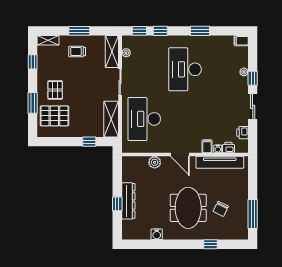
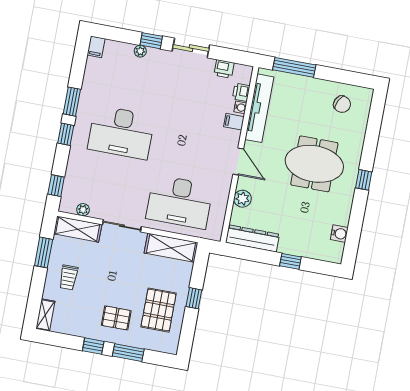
window: (79, 31) -> (44, 252), moved
window: (160, 31) -> (66, 134), moved
window: (33, 62) -> (93, 346), moved
pallet: (54, 116) -> (159, 310), moved
window: (89, 142) -> (194, 298), moved
door: (180, 155) -> (238, 161), hinge flipped
dresser: (128, 201) -> (252, 238), moved
chair: (221, 209) -> (342, 104), moved
window: (253, 214) -> (294, 67), moved
water cooler: (157, 234) -> (339, 234), moved
window: (211, 244) -> (364, 180), moved

